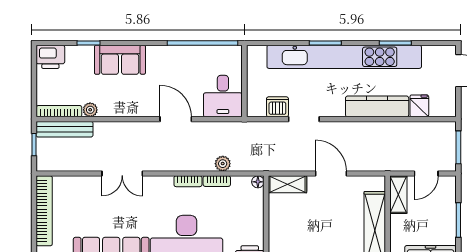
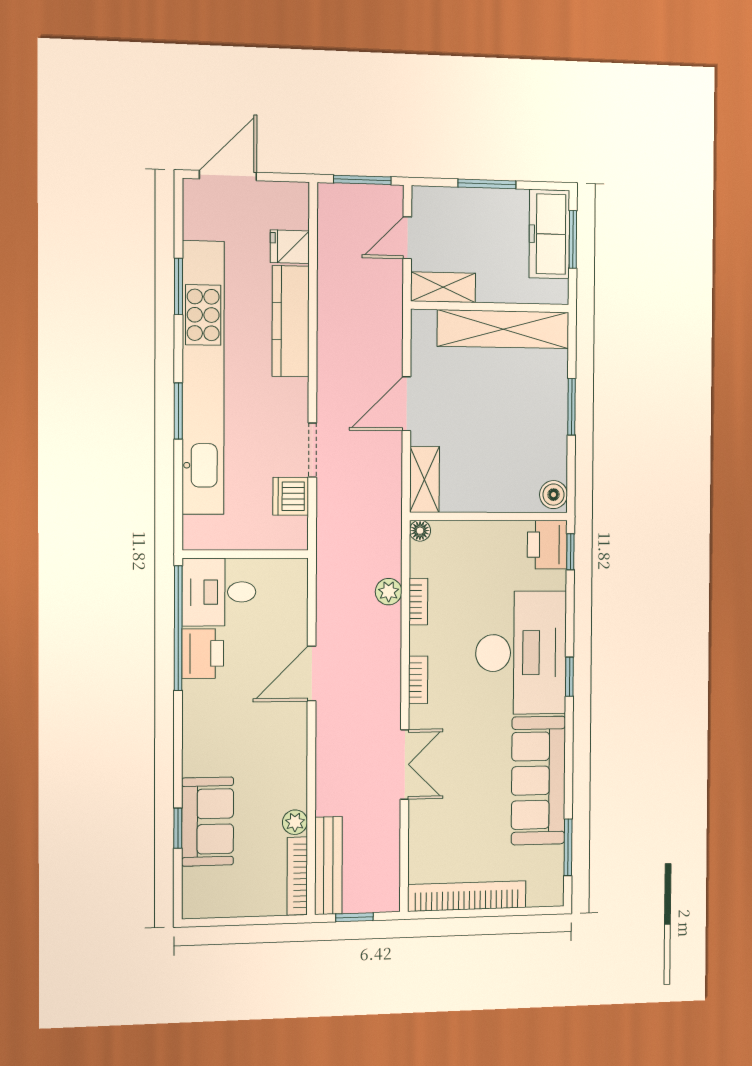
printer: (50, 57) -> (203, 654), moved
sofa: (120, 60) -> (208, 821), moved
desk: (223, 96) -> (219, 592), moved, turned 180
door: (426, 174) -> (407, 238), swing flipped
bookcase: (188, 181) -> (418, 680), moved

